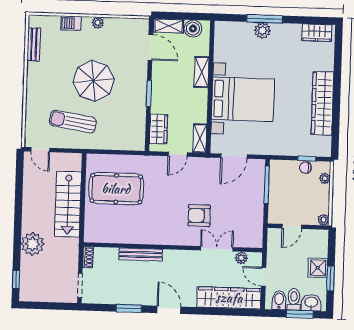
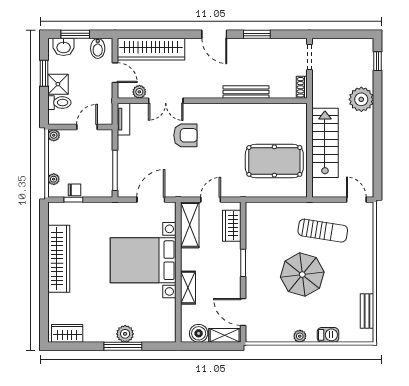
shelving: (200, 138) -> (190, 225), width x1.50, depth x1.33
tv unit: (257, 233) -> (123, 119), added
toilet: (294, 299) -> (59, 103), moved, turned -90

